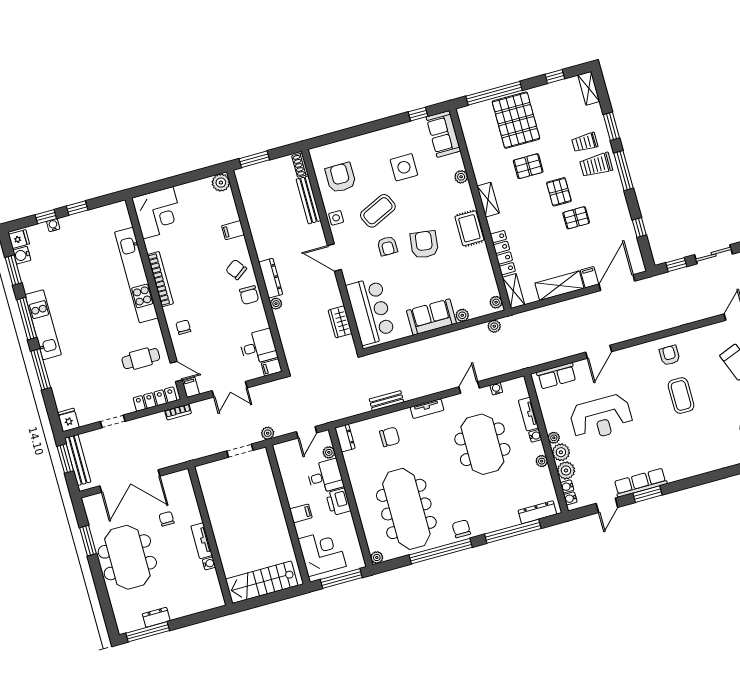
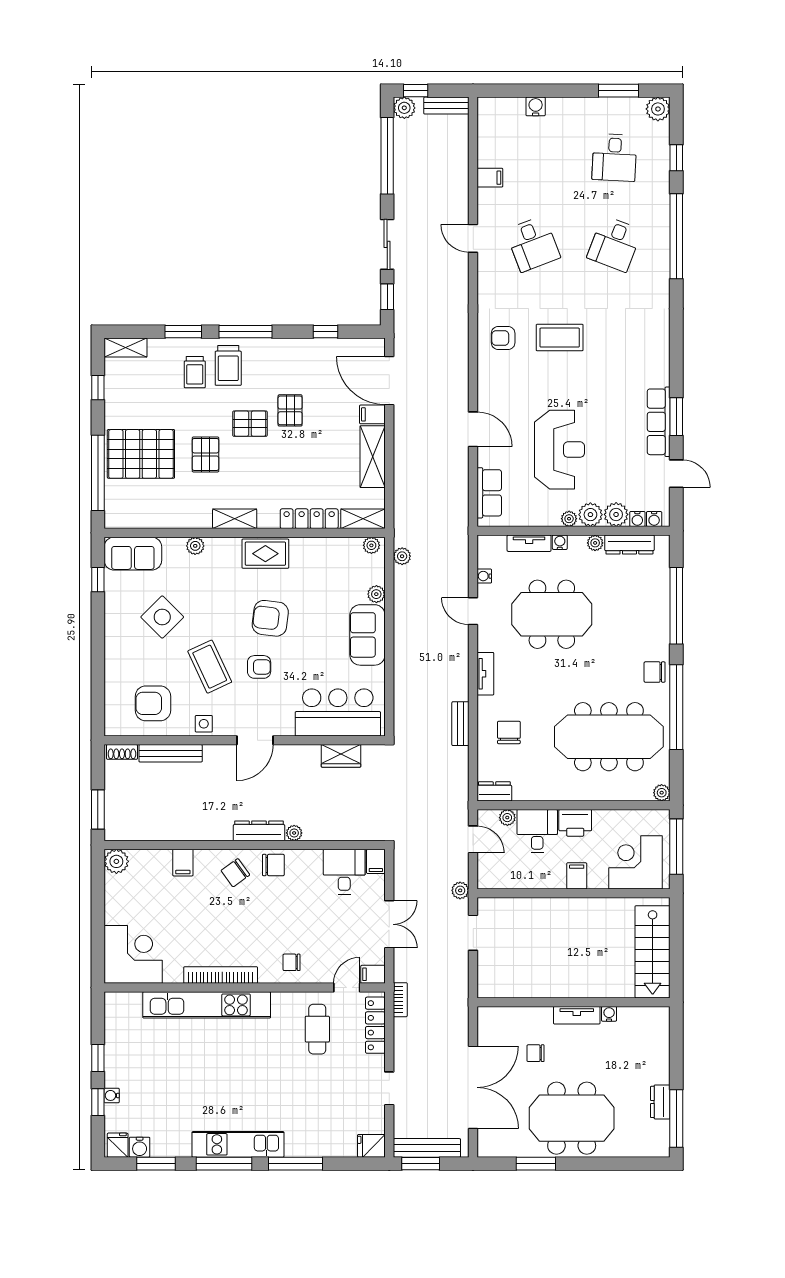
side table: (404, 167) -> (162, 617), turned 45
dresser: (537, 512) -> (629, 545), moved, turned -90

